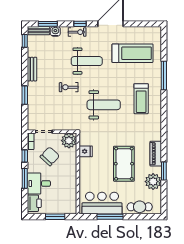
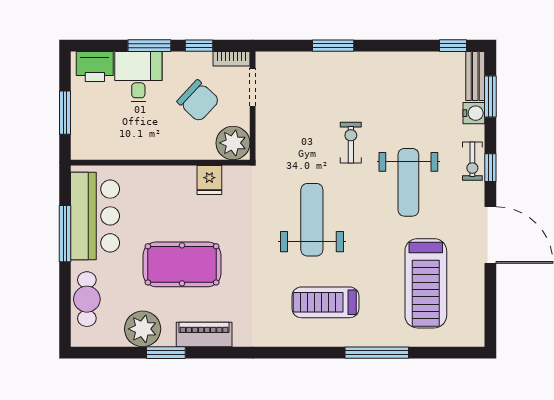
bench: (32, 69) -> (391, 61), removed
weight bench: (104, 105) -> (312, 220), turned 180

